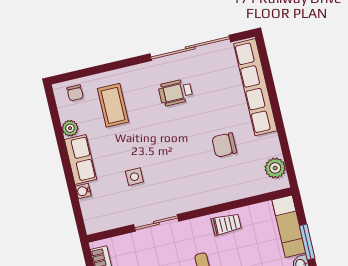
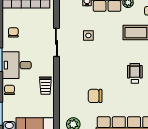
chair: (224, 145) -> (95, 96), turned -90

